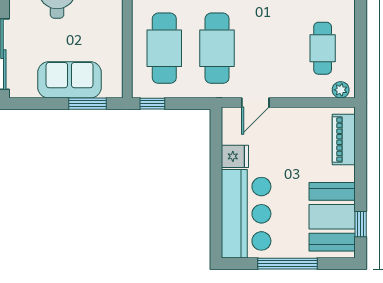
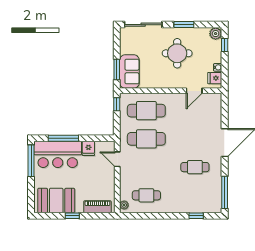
sofa: (70, 80) -> (129, 72), moved
window: (216, 203) -> (63, 138), added
window: (361, 224) -> (72, 216), moved
window: (288, 264) -> (31, 161), moved

